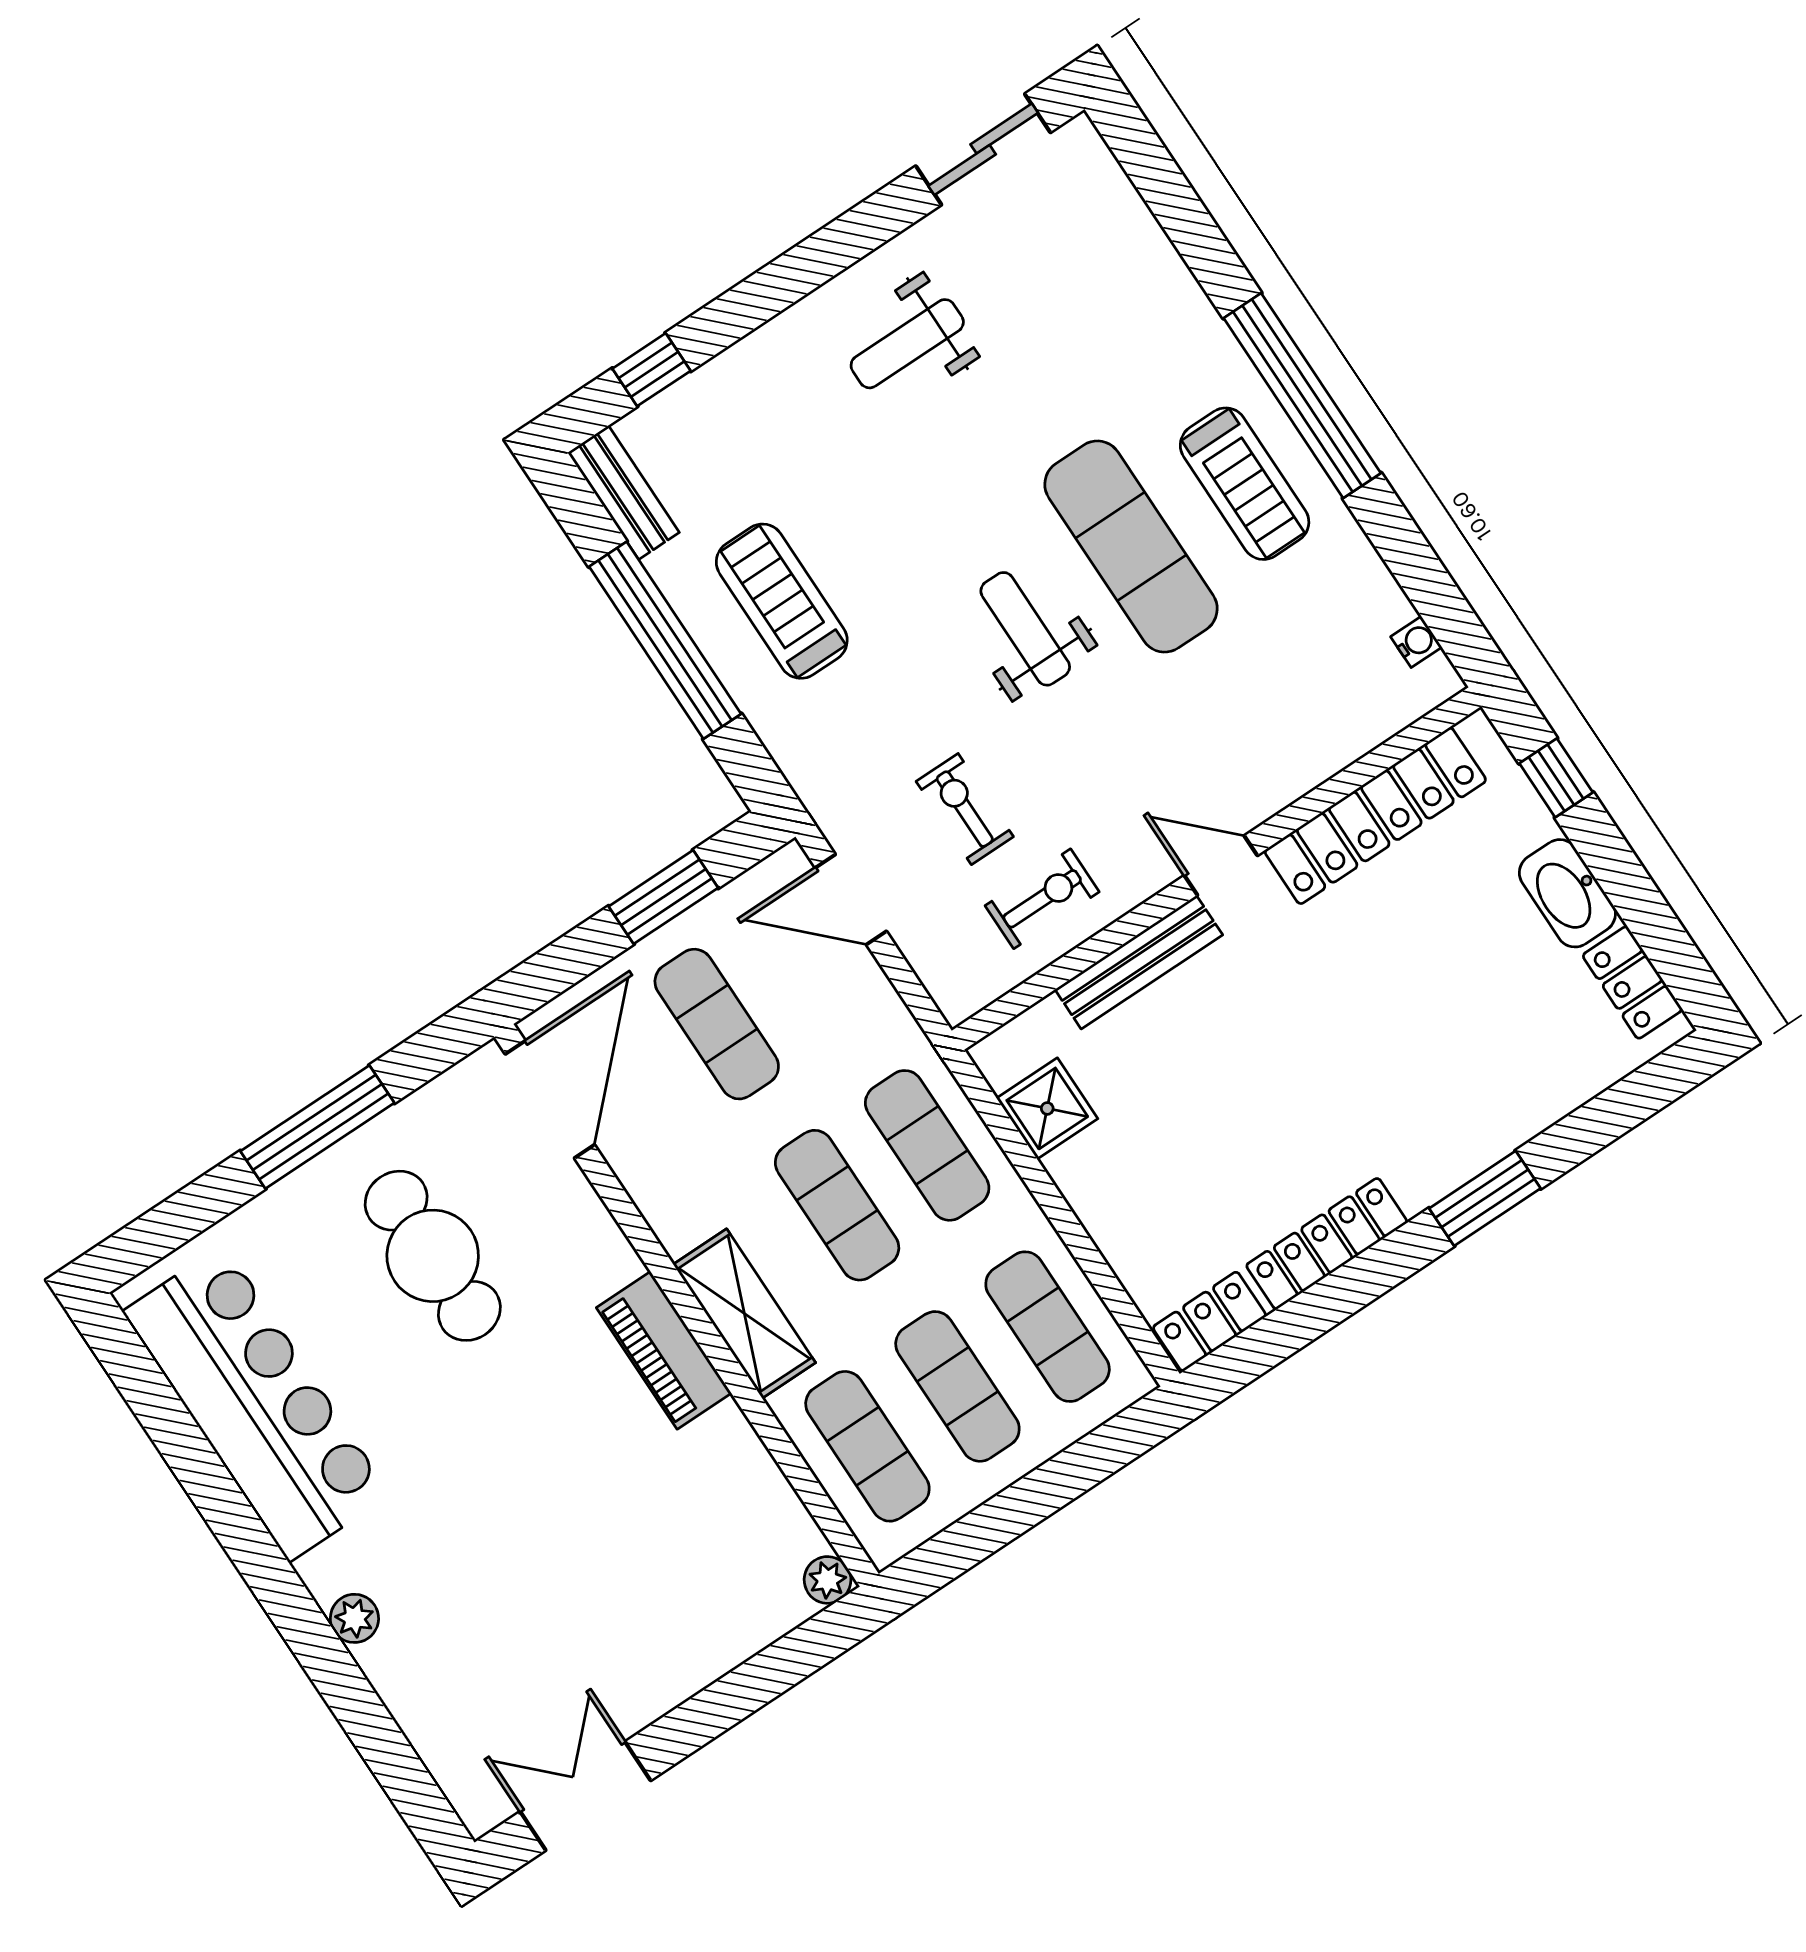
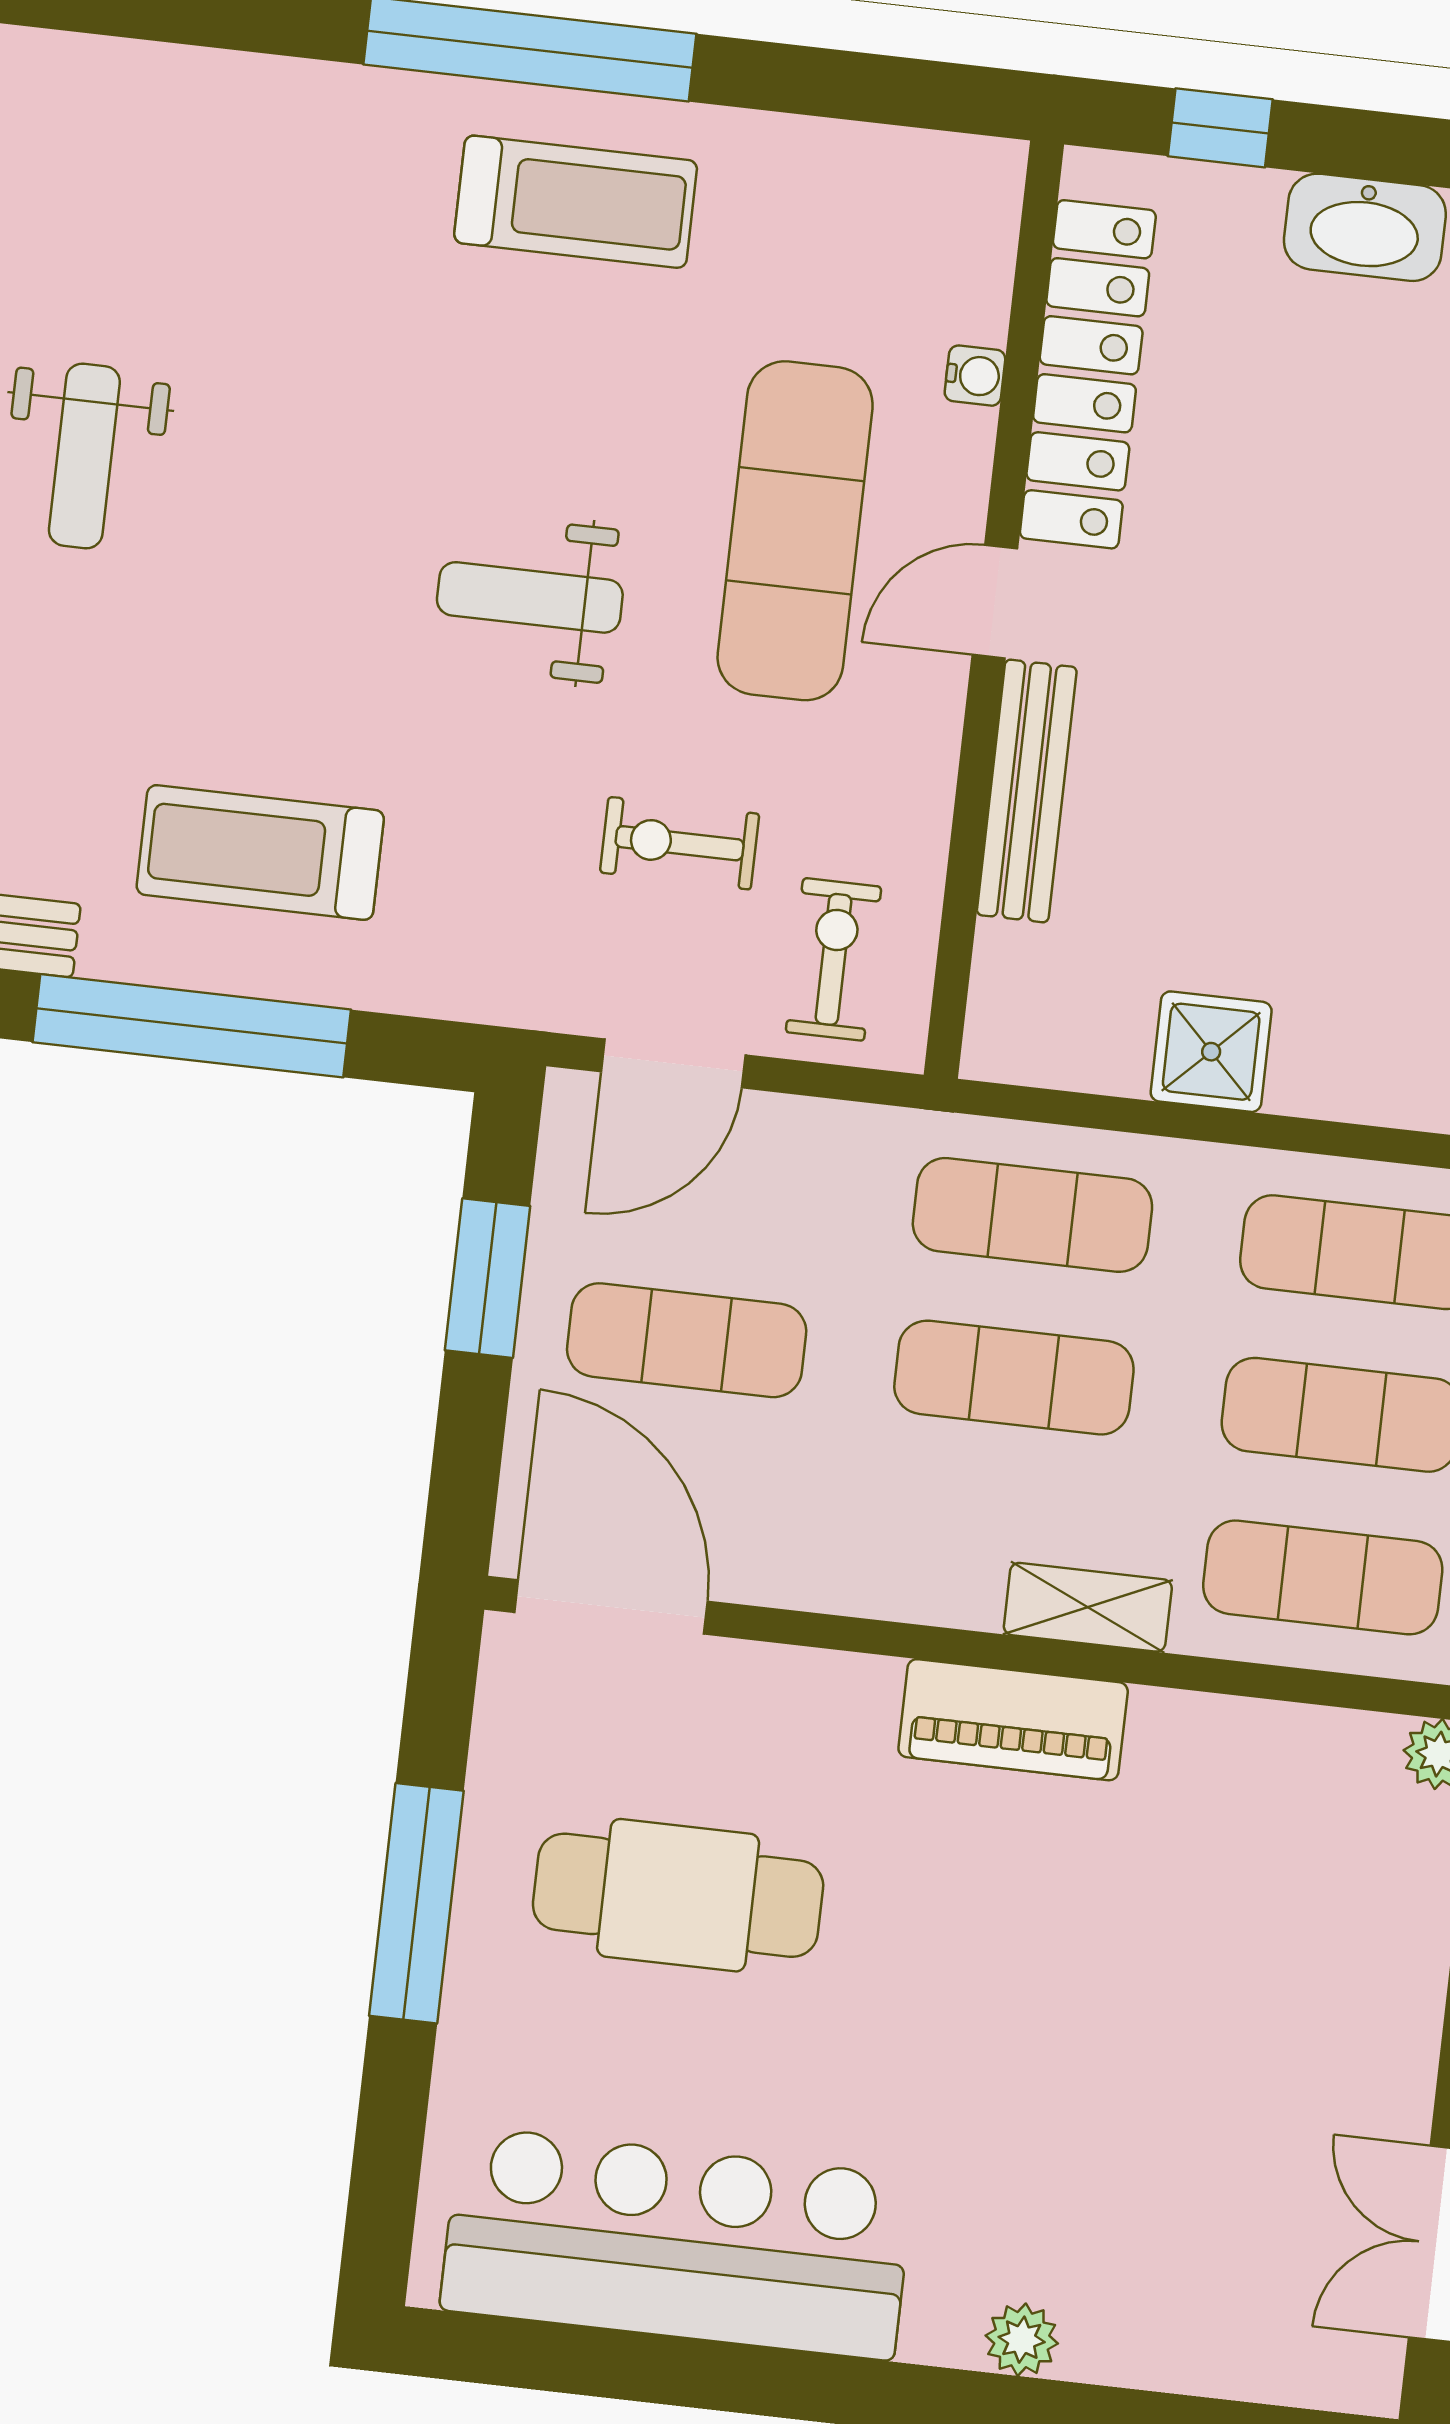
exercise mat: (1131, 547) -> (795, 531), moved, turned 90
water cooler: (1416, 642) -> (975, 376), moved, turned 90
exercise bike: (1042, 899) -> (834, 959), moved
shower: (1047, 1108) -> (1211, 1052), moved
shelving: (744, 1313) -> (1088, 1607), width x0.67, depth x0.75

